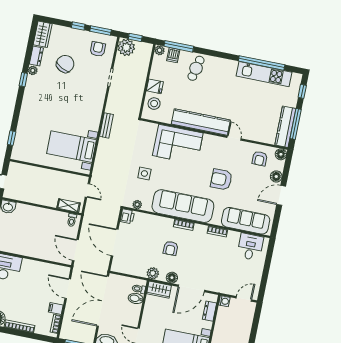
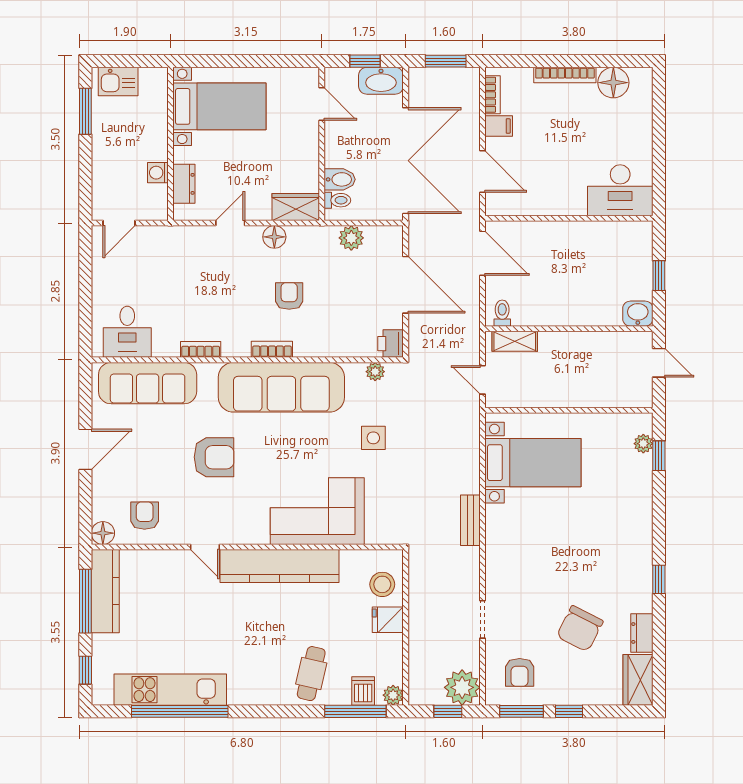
plant: (33, 70) -> (643, 444), moved
floor lamp: (276, 176) -> (103, 486), removed
plant: (153, 273) -> (351, 238), moved
door: (191, 288) -> (230, 223), width x0.53
washing machine: (224, 301) -> (158, 173), moved

